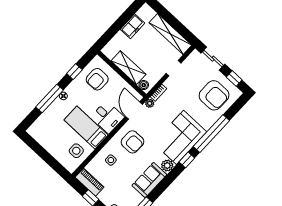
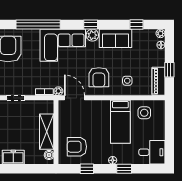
armchair: (97, 79) -> (77, 147), turned 180
boiler: (144, 85) -> (49, 155), moved
window: (49, 99) -> (124, 169), width x0.46
door: (134, 110) -> (74, 98), swing flipped
desk: (107, 117) -> (152, 152), moved, turned 90
armchair: (133, 142) -> (99, 77), turned 180
window: (187, 160) -> (91, 24), moved

